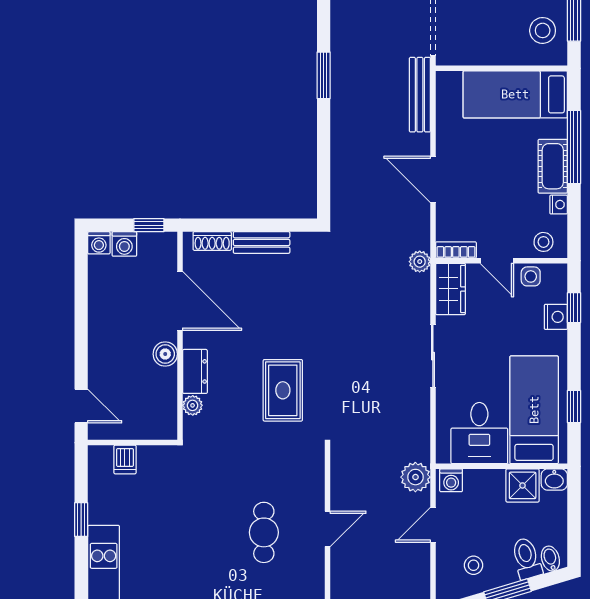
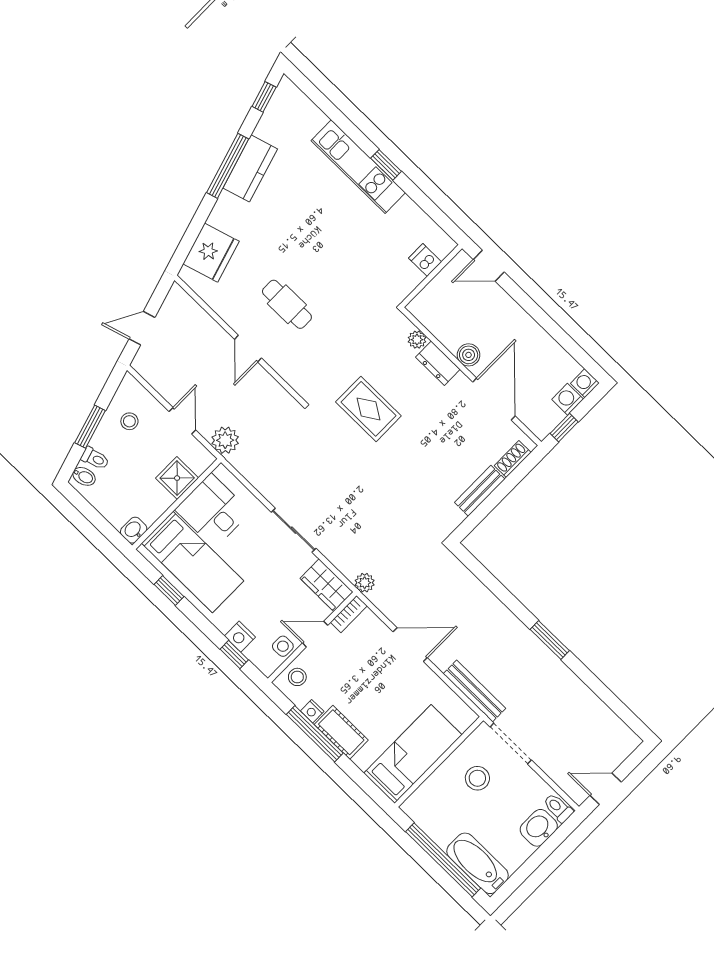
stool: (543, 30) -> (477, 778), moved
window: (574, 147) -> (315, 734), moved
door: (180, 301) -> (494, 399), swing flipped
washing machine: (451, 480) -> (200, 462), removed
shower: (523, 485) -> (177, 478), moved
window: (81, 520) -> (386, 165), moved
toilet: (527, 558) -> (95, 458), width x0.73, depth x0.72

